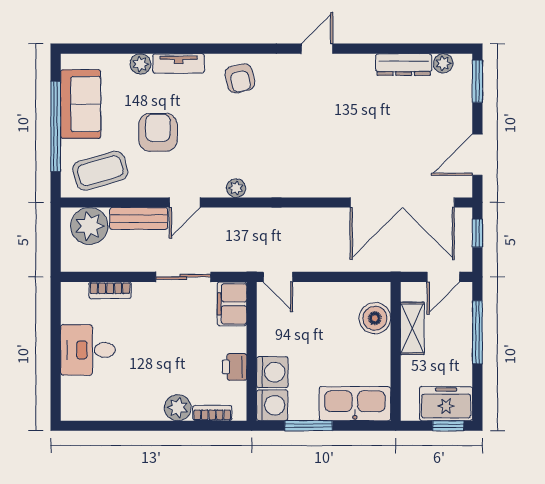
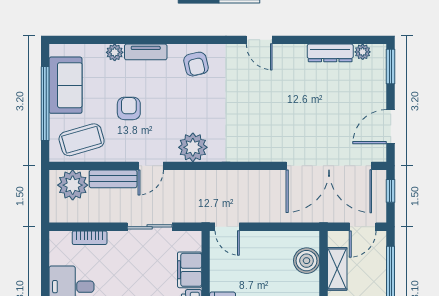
door: (317, 49) -> (259, 40), swing flipped
armchair: (158, 132) -> (129, 108), width x0.72, depth x0.72
plant: (236, 188) -> (193, 147), width x1.88, depth x1.88
filing cabinet: (232, 304) -> (190, 270), moved

